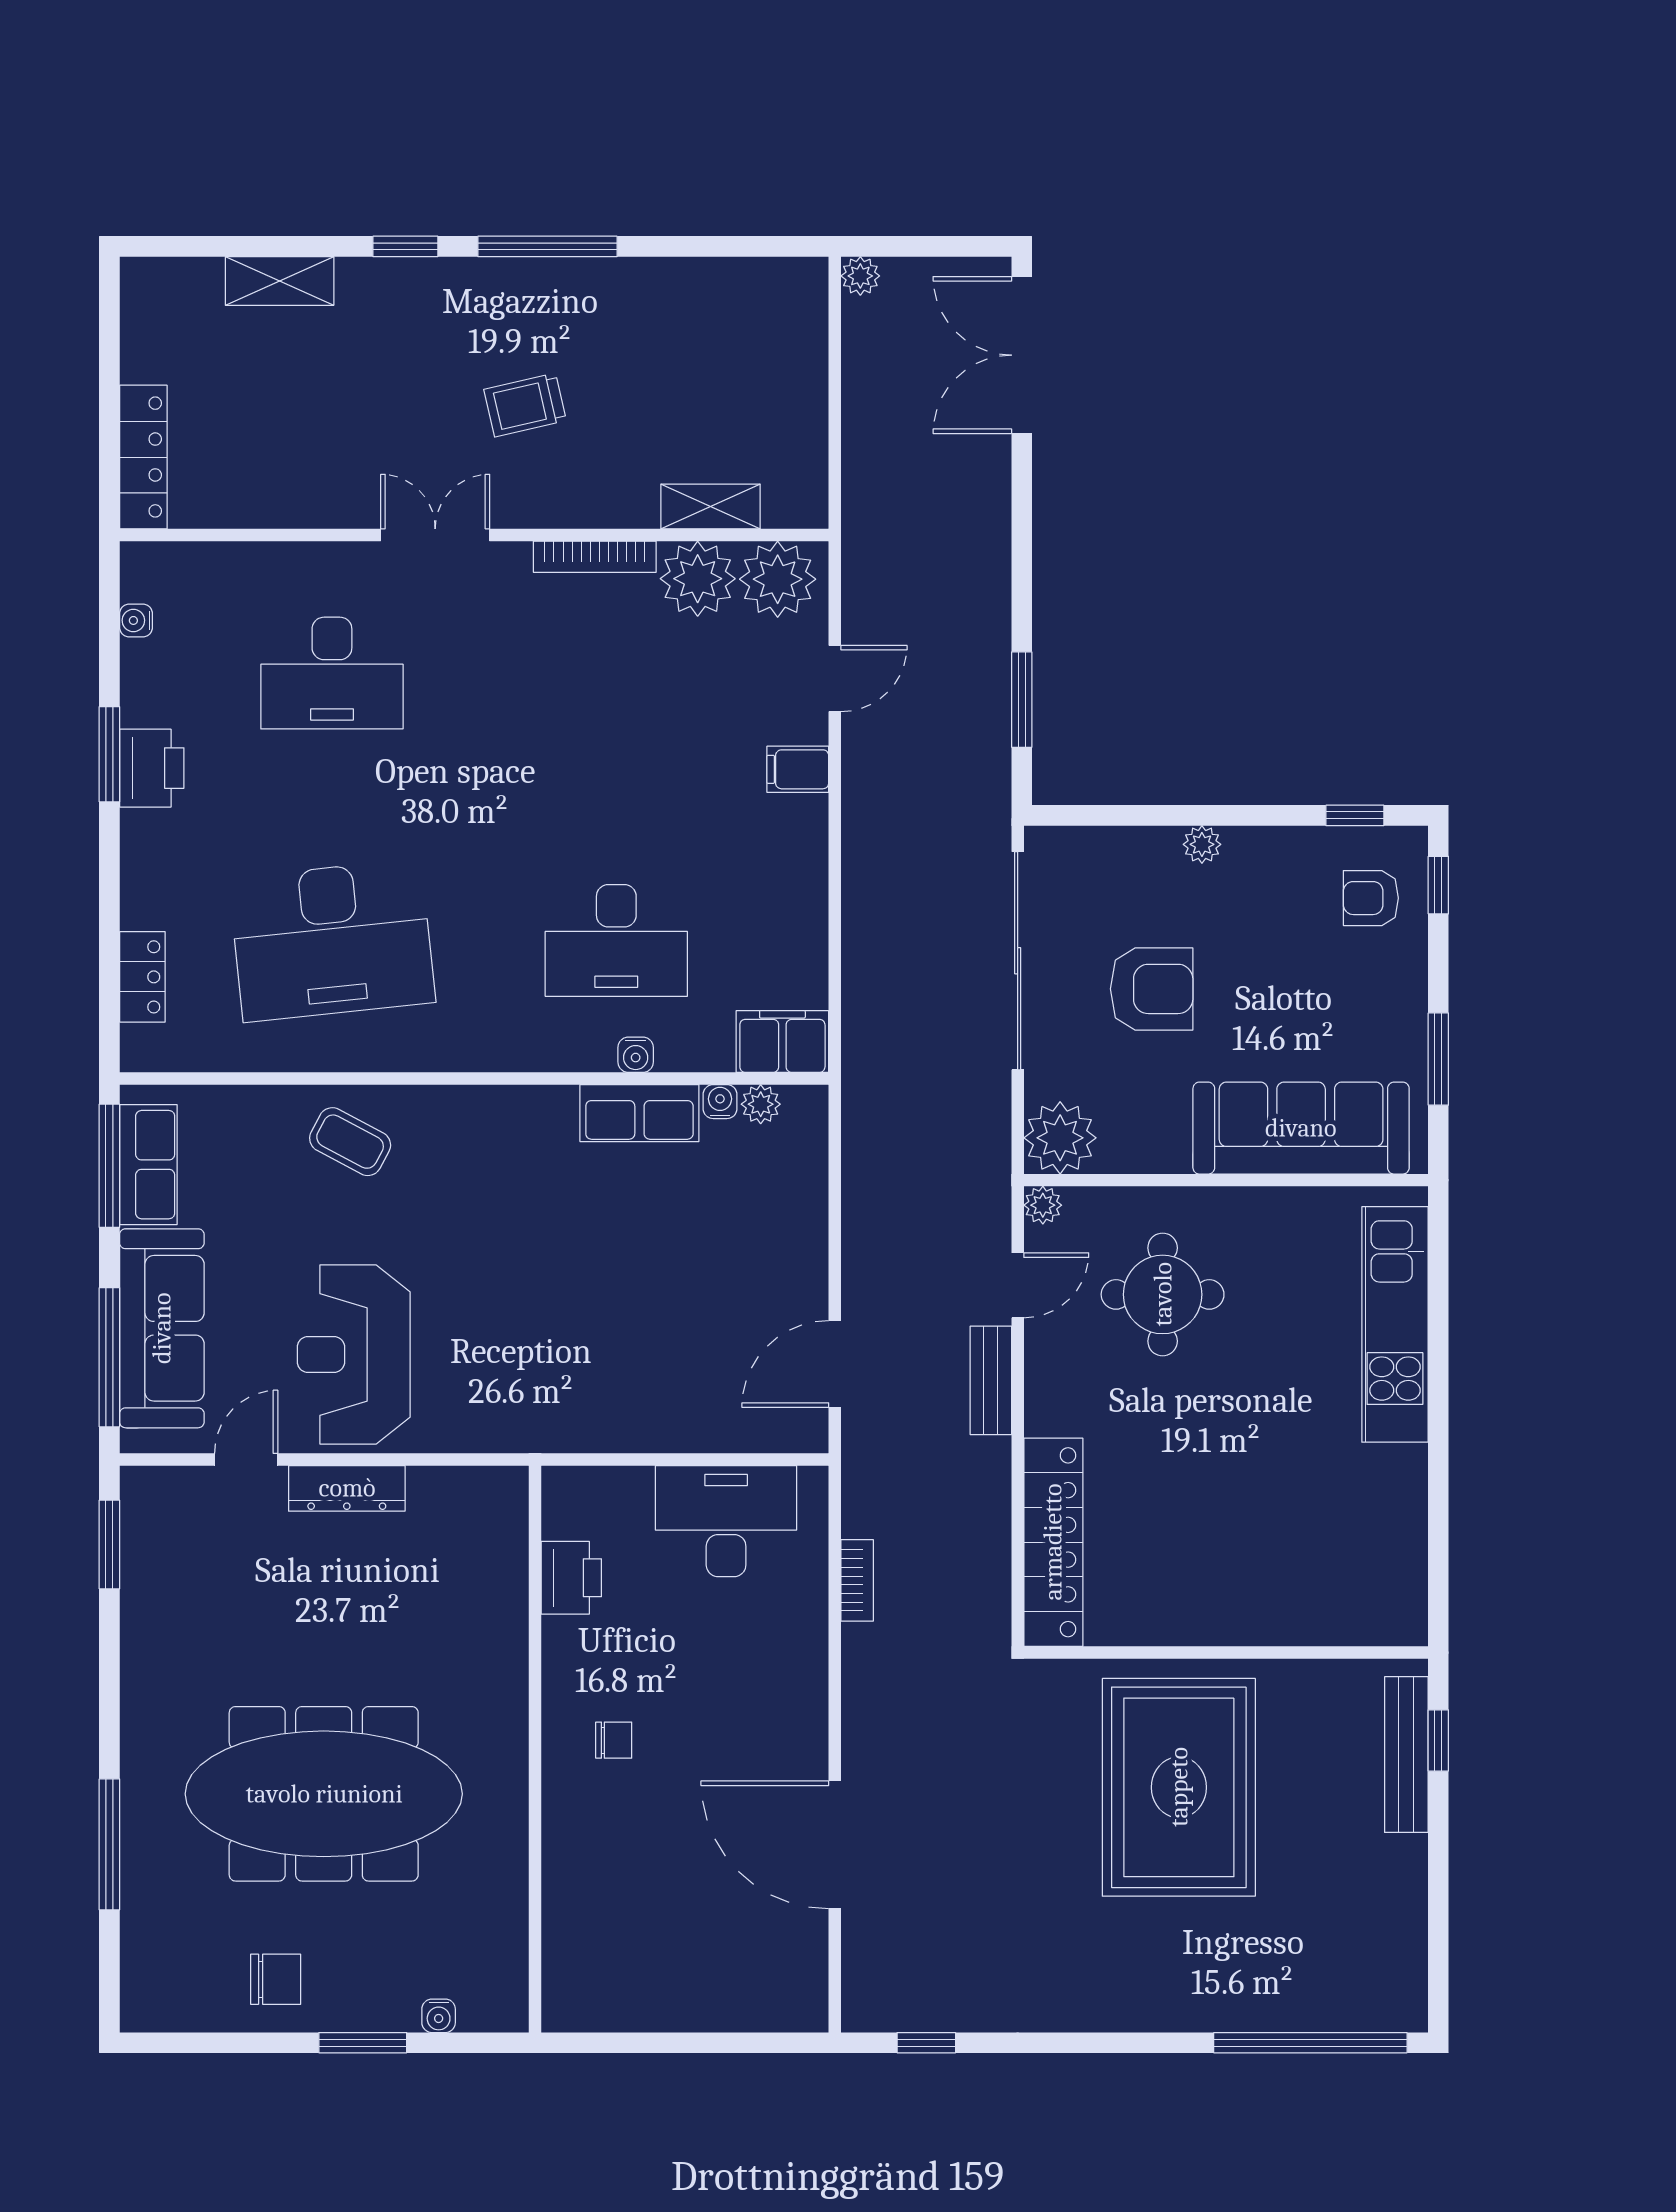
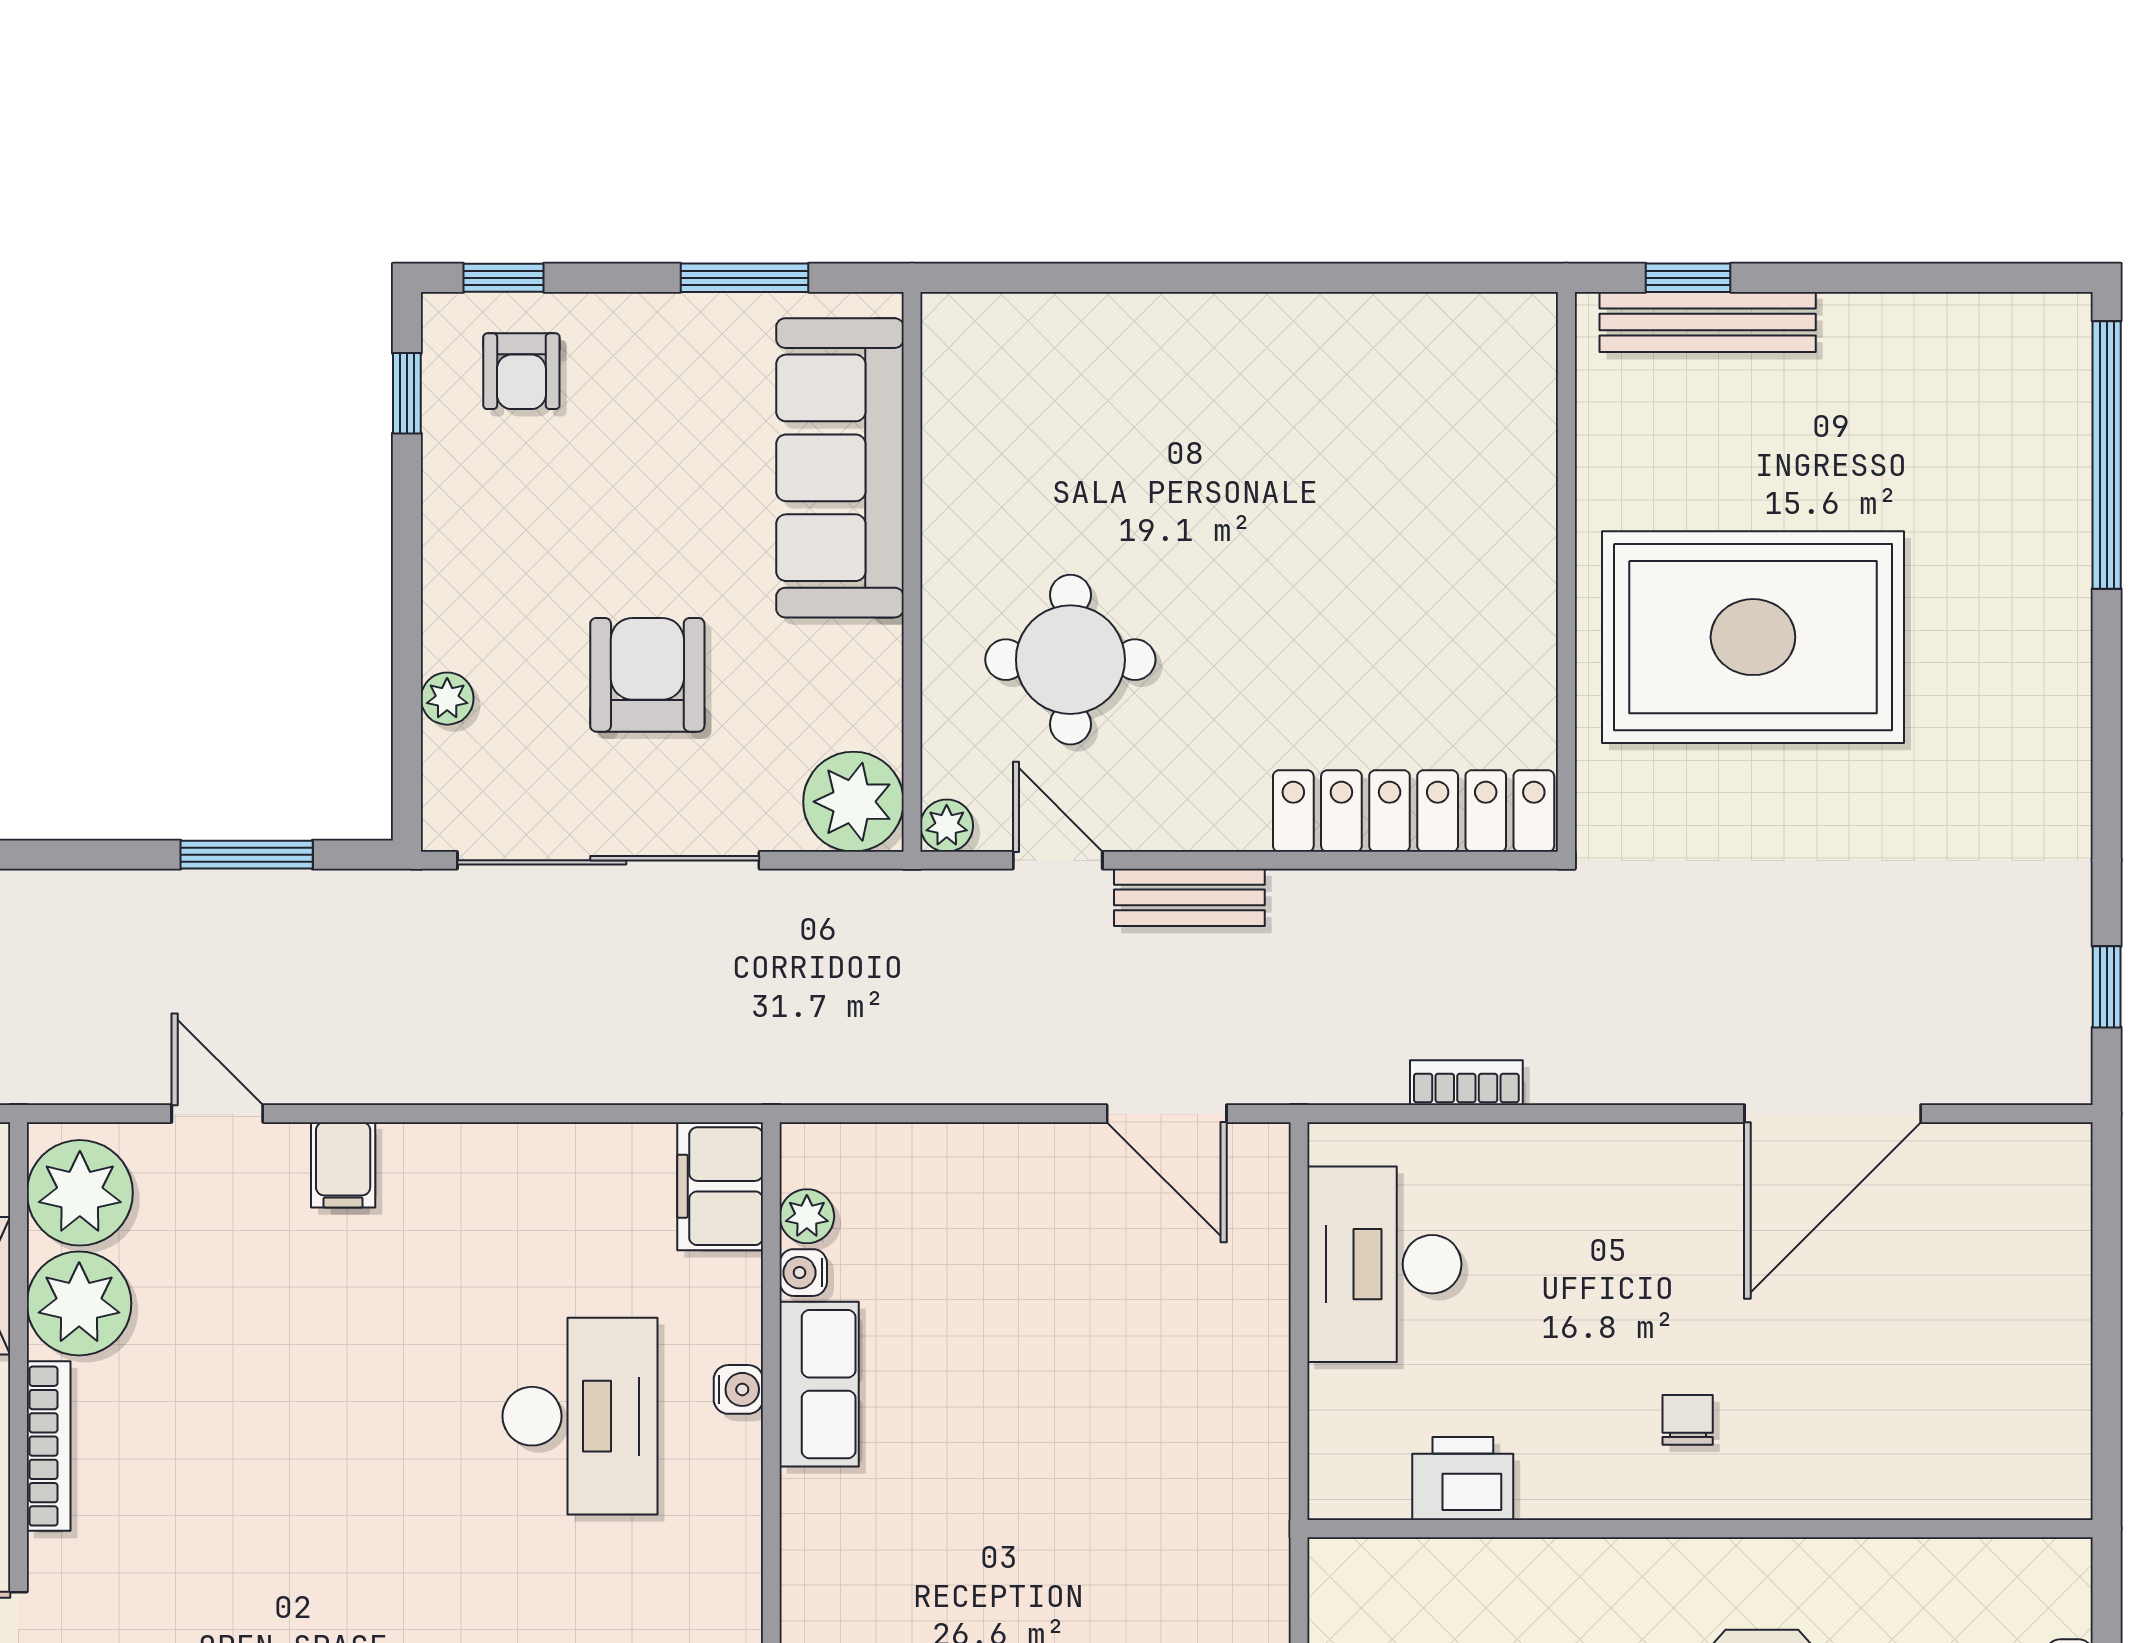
plant: (1202, 844) -> (447, 699), moved
kitchen unit: (1395, 1324) -> (1112, 338), removed

